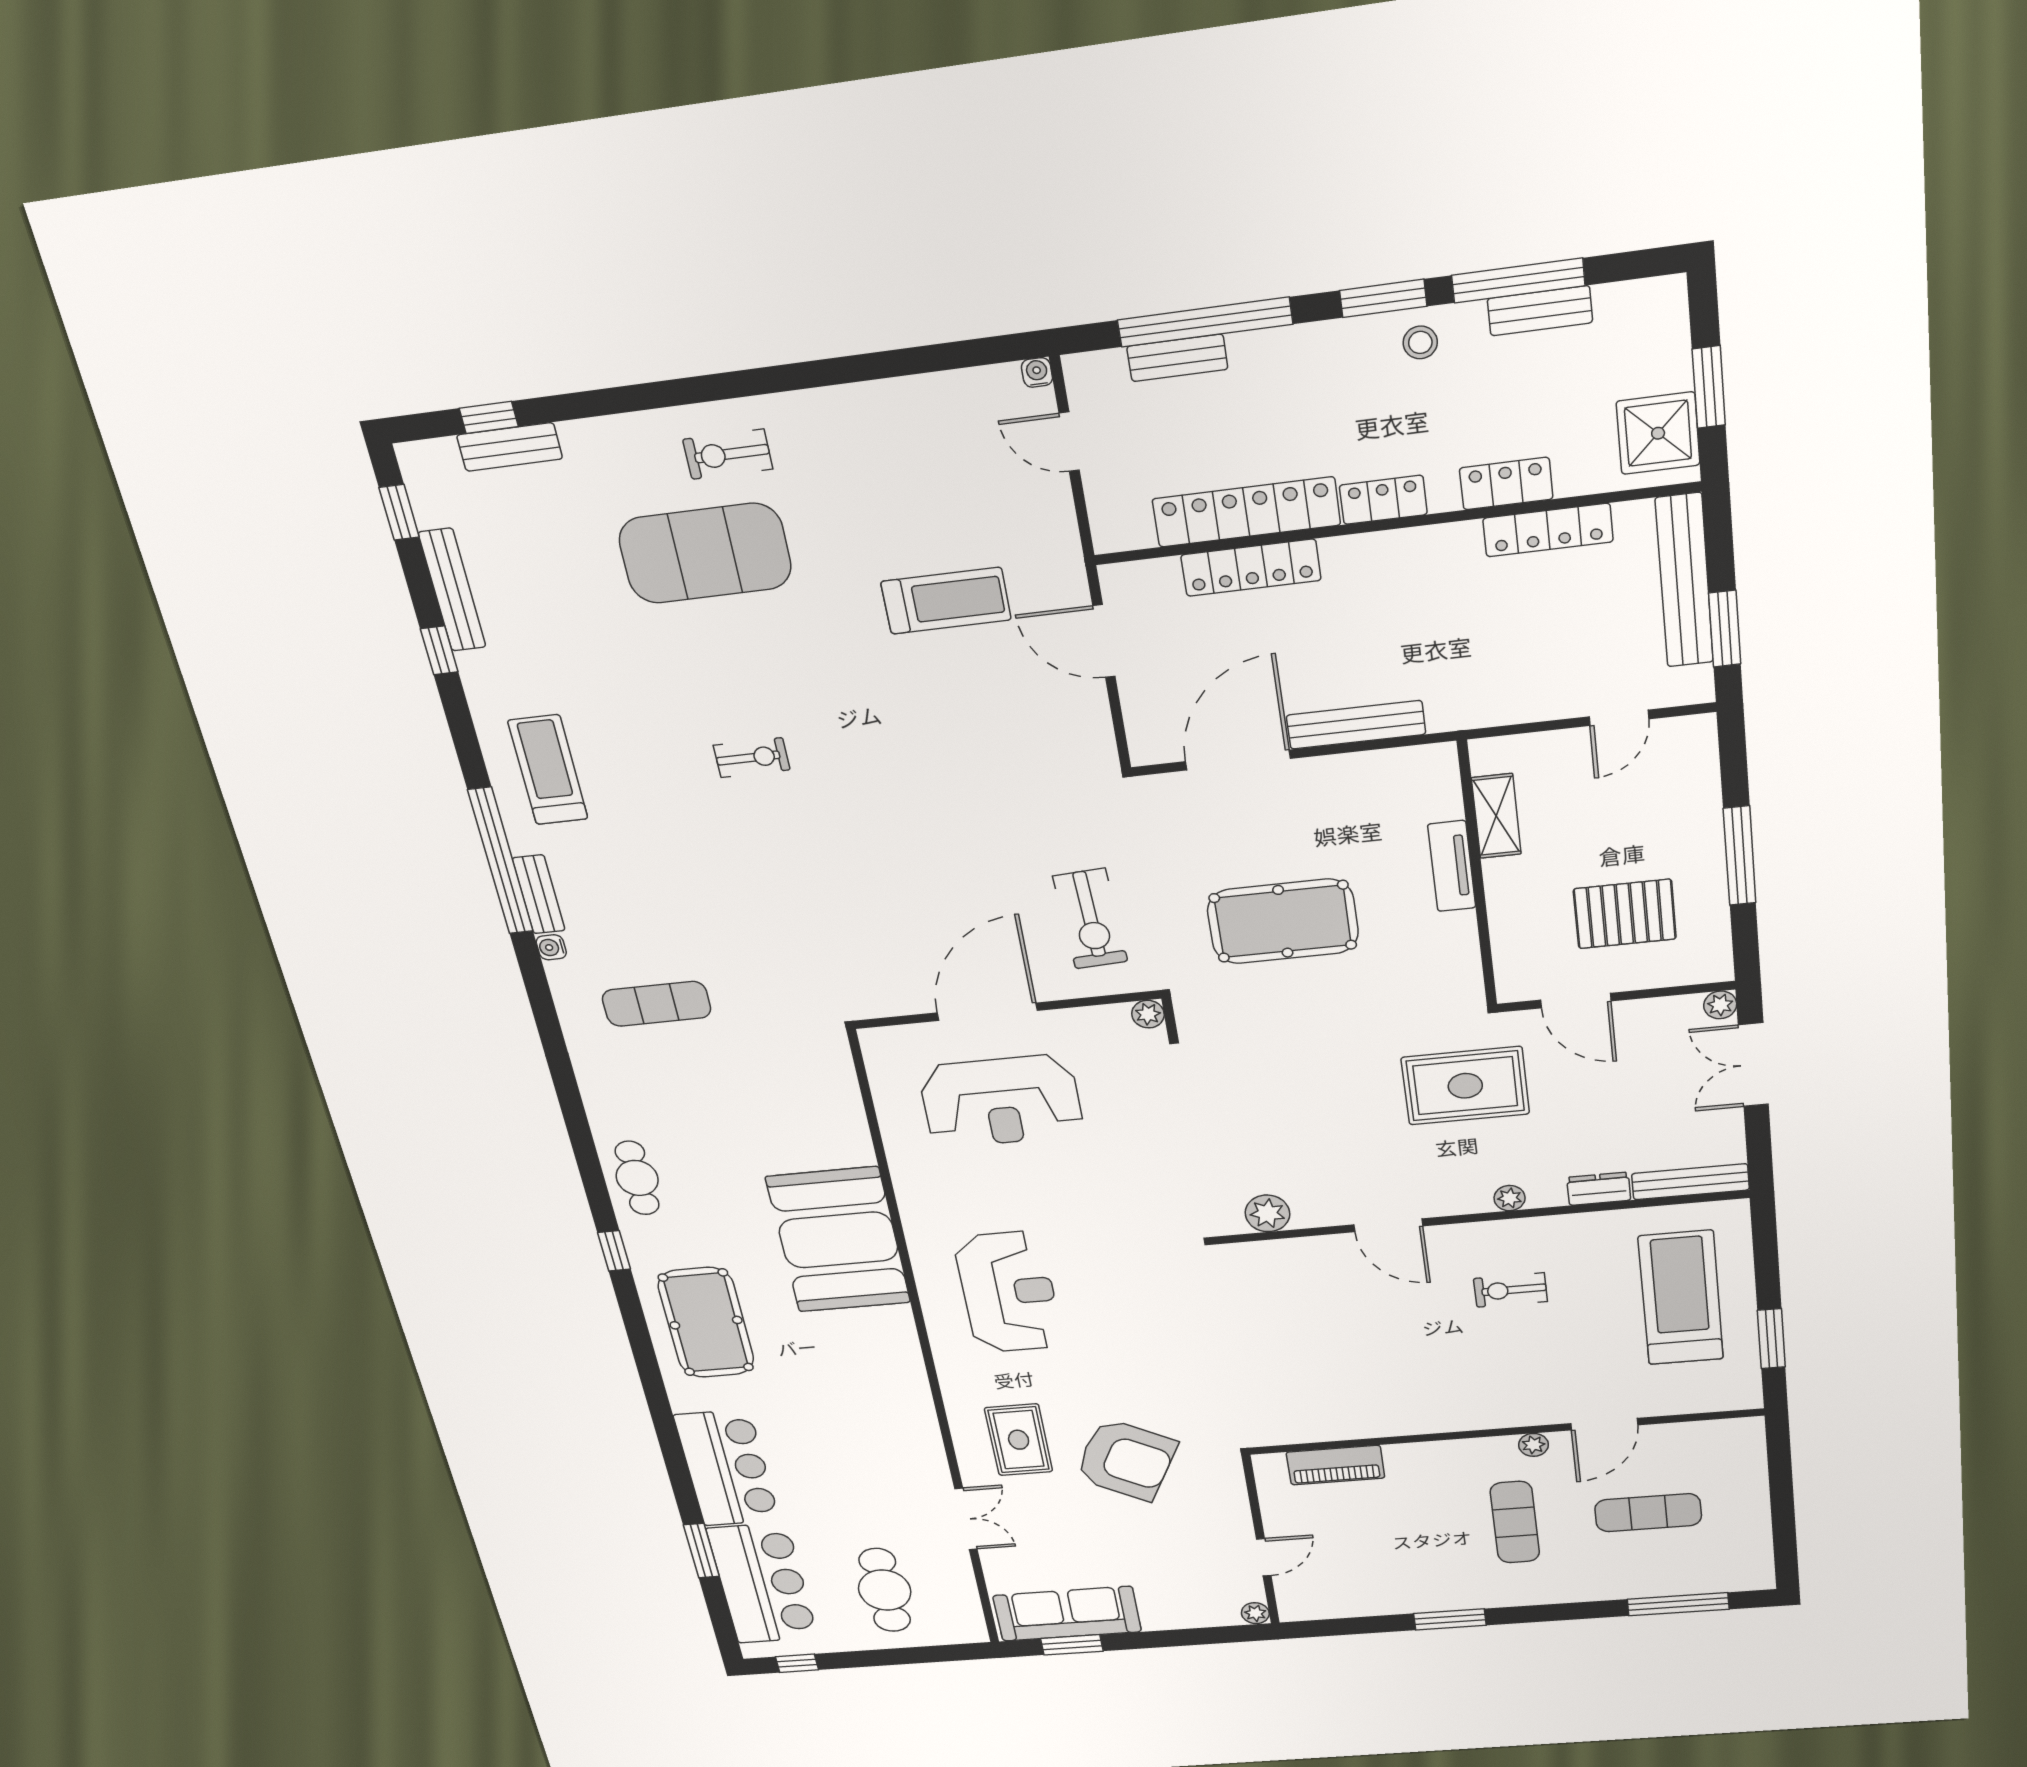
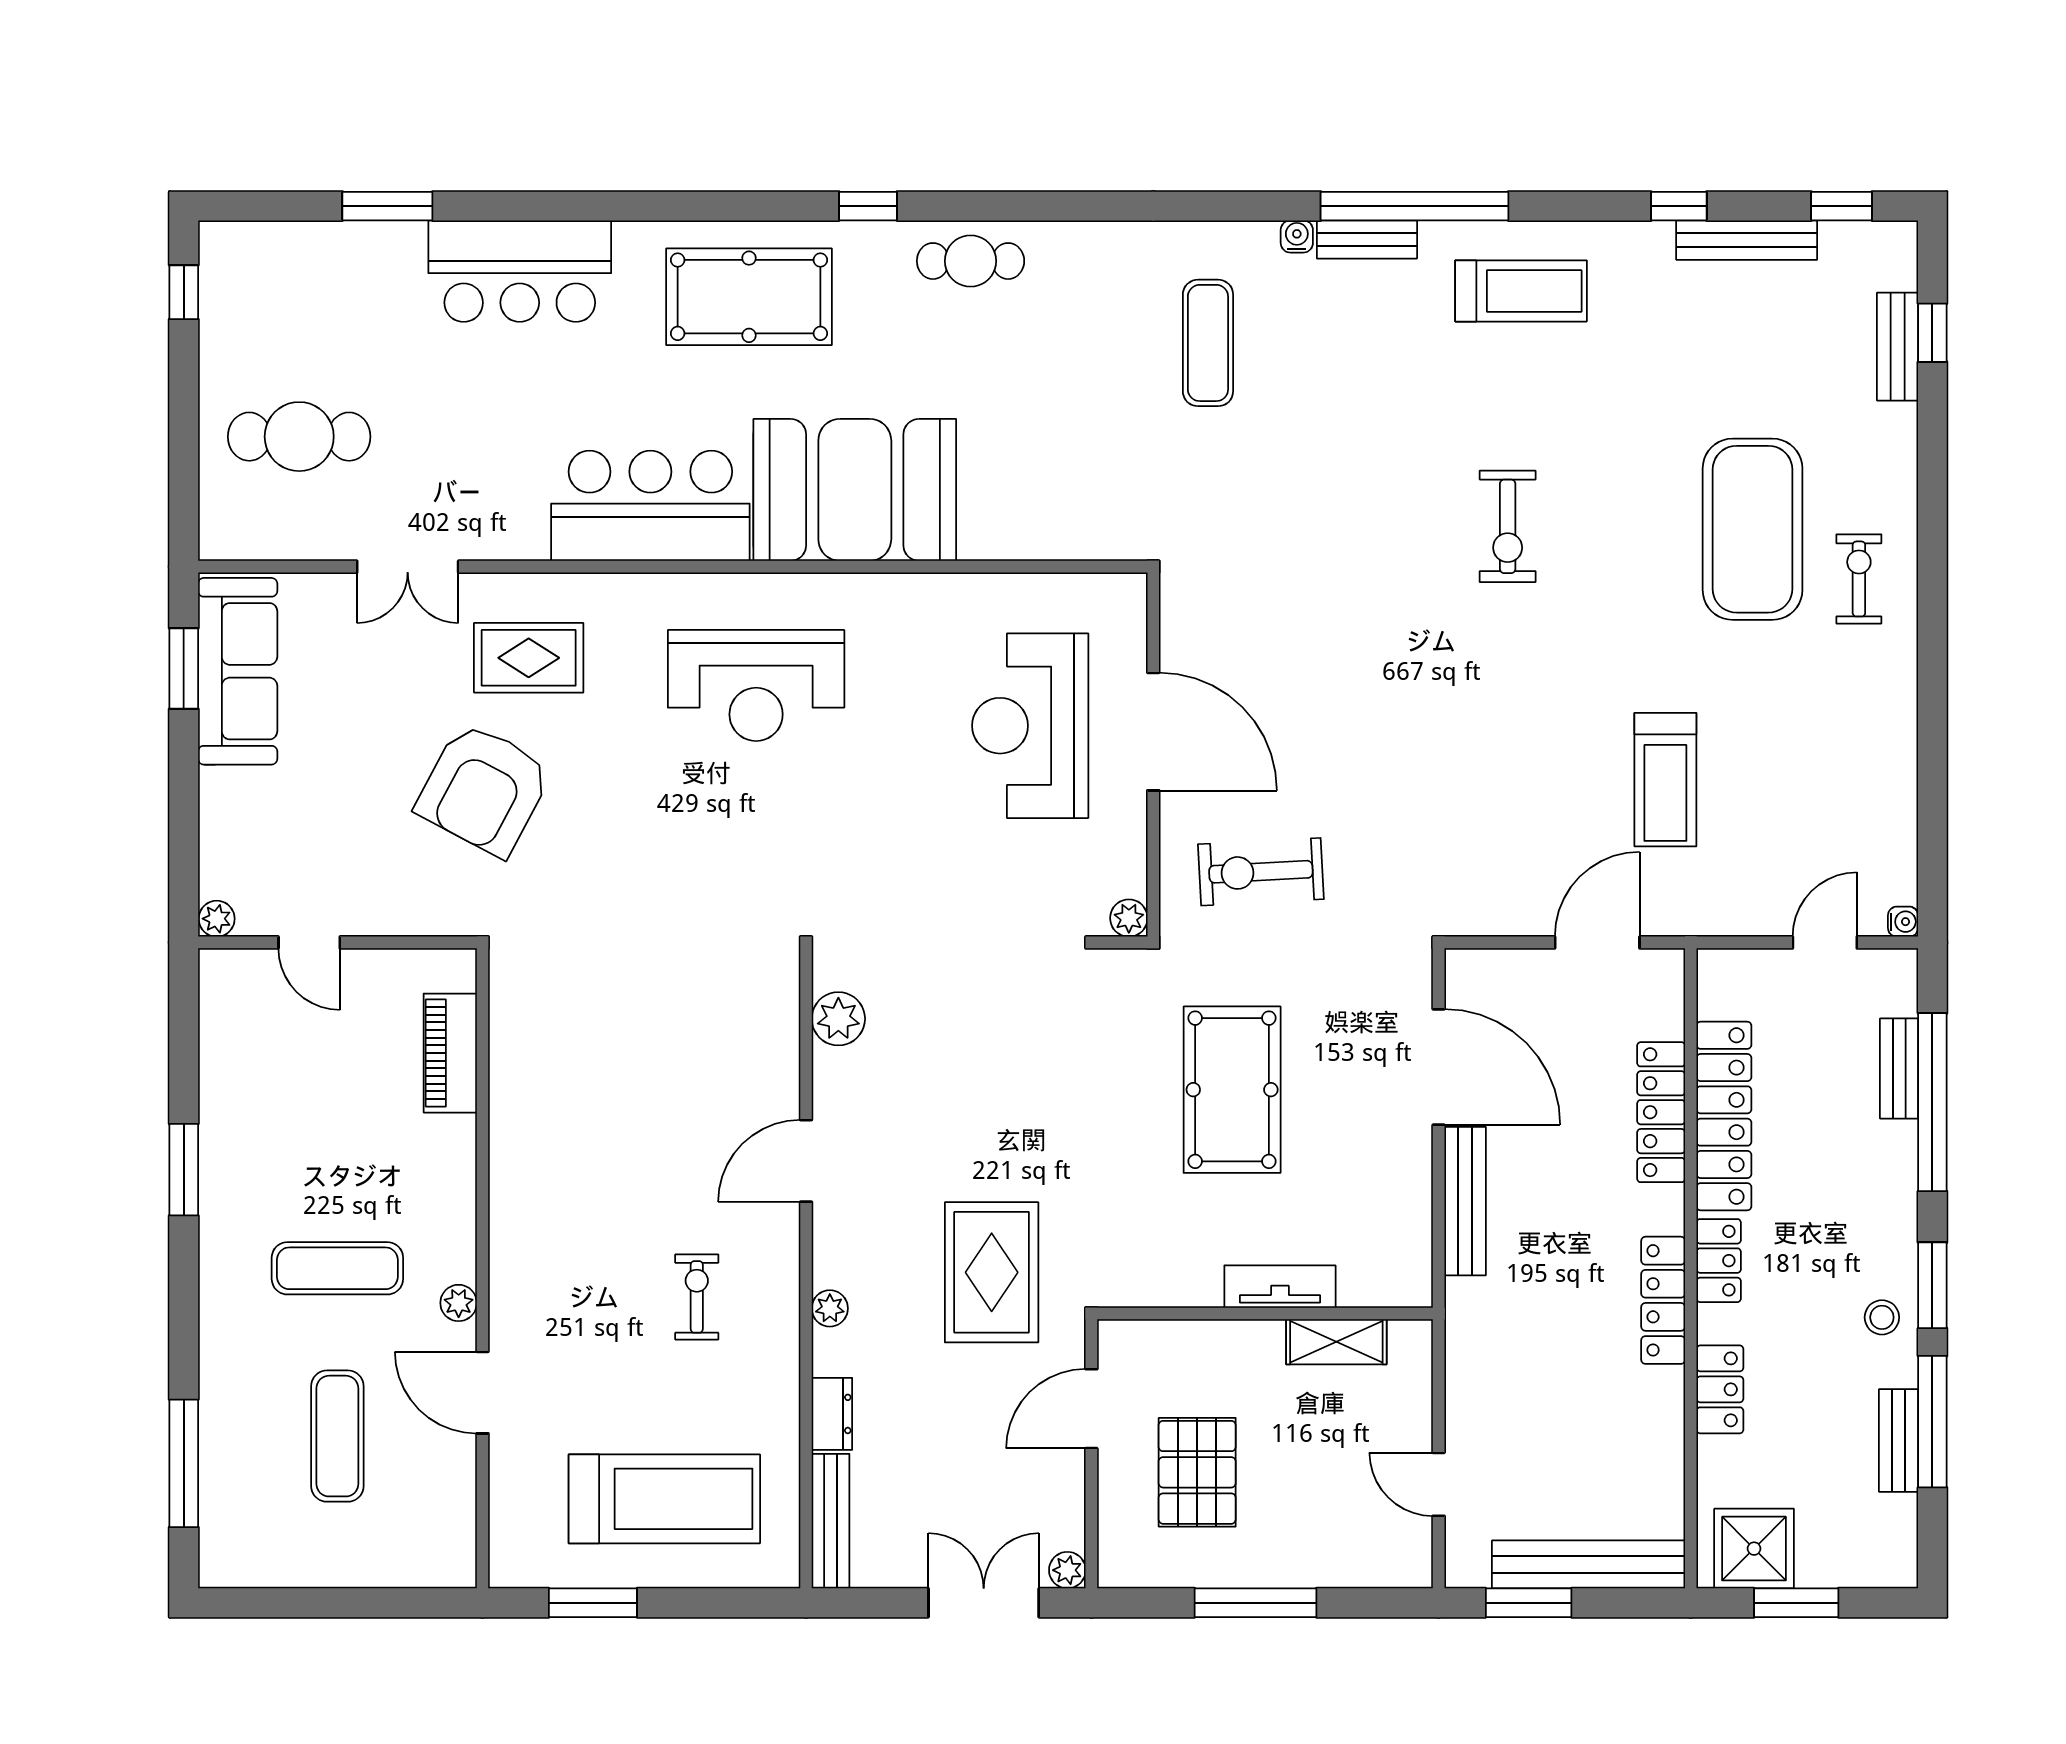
locker: (1548, 530) -> (1663, 1300), moved
exercise bike: (752, 758) -> (1508, 526), width x1.38, depth x1.39
bar counter: (762, 1583) -> (650, 506), moved, turned 180

